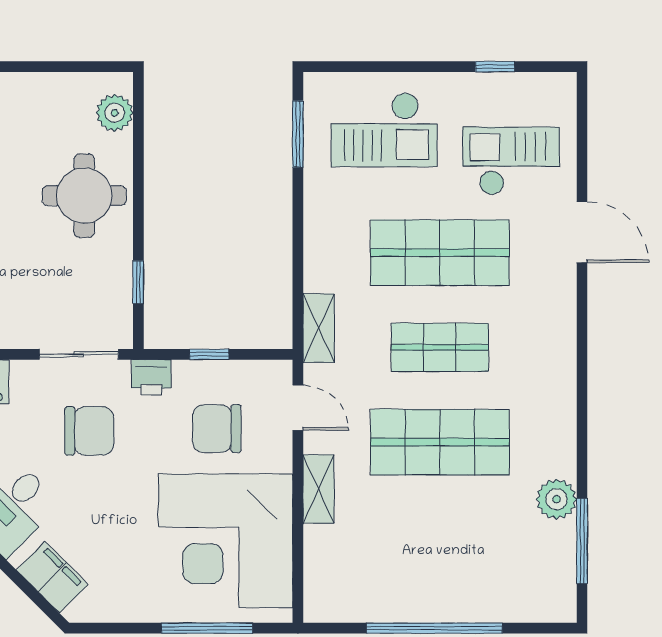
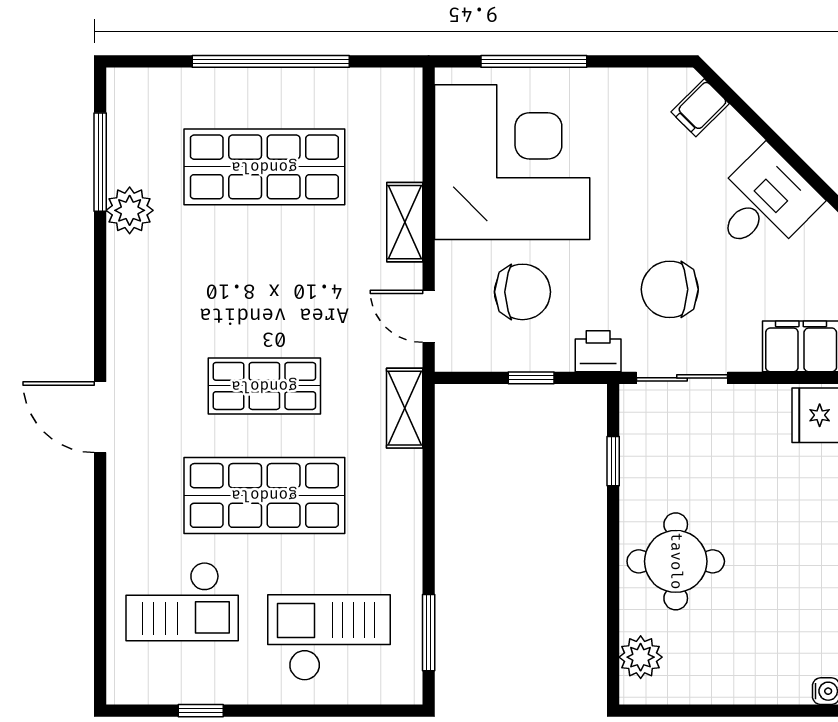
door: (582, 232) -> (100, 417), moved
shop shelf: (440, 442) -> (264, 167), moved
filing cabinet: (52, 577) -> (700, 108), width x0.50

